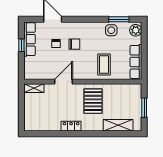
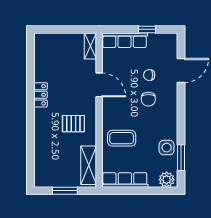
row of seats: (30, 39) -> (125, 40), moved
pallet: (93, 101) -> (73, 124), width x0.67, depth x0.71
shelving: (118, 125) -> (89, 165), moved

